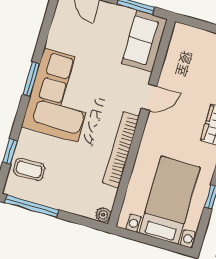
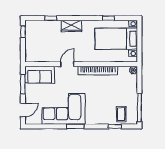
corner sofa: (61, 95) -> (64, 109), moved
door: (149, 97) -> (67, 64), hinge flipped

